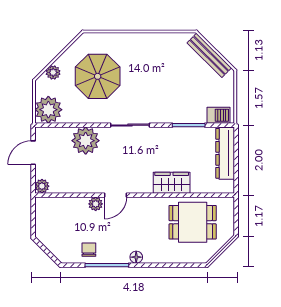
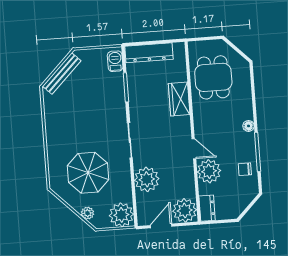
door: (33, 153) -> (161, 226), swing flipped
plant: (42, 186) -> (185, 210), width x1.88, depth x1.88
plant: (96, 204) -> (209, 171), width x1.87, depth x1.87
dresser: (49, 205) -> (207, 208), added

